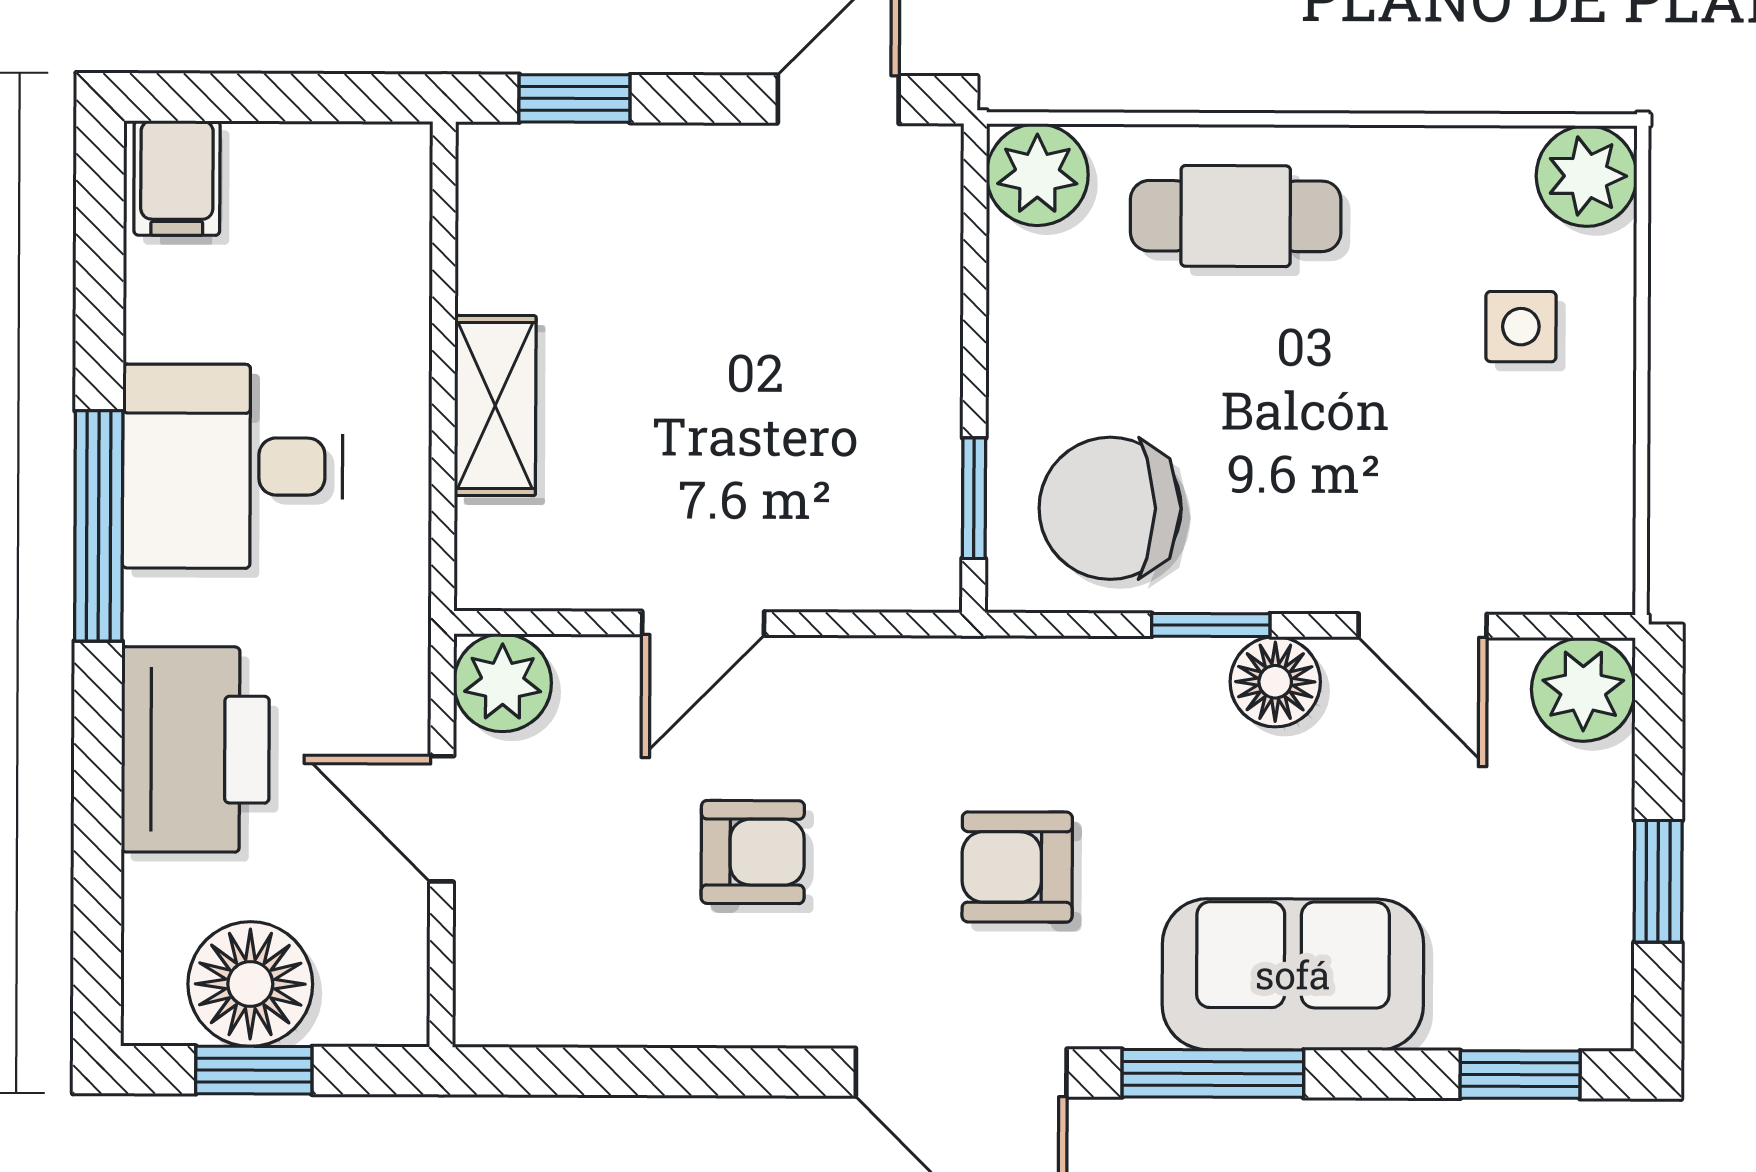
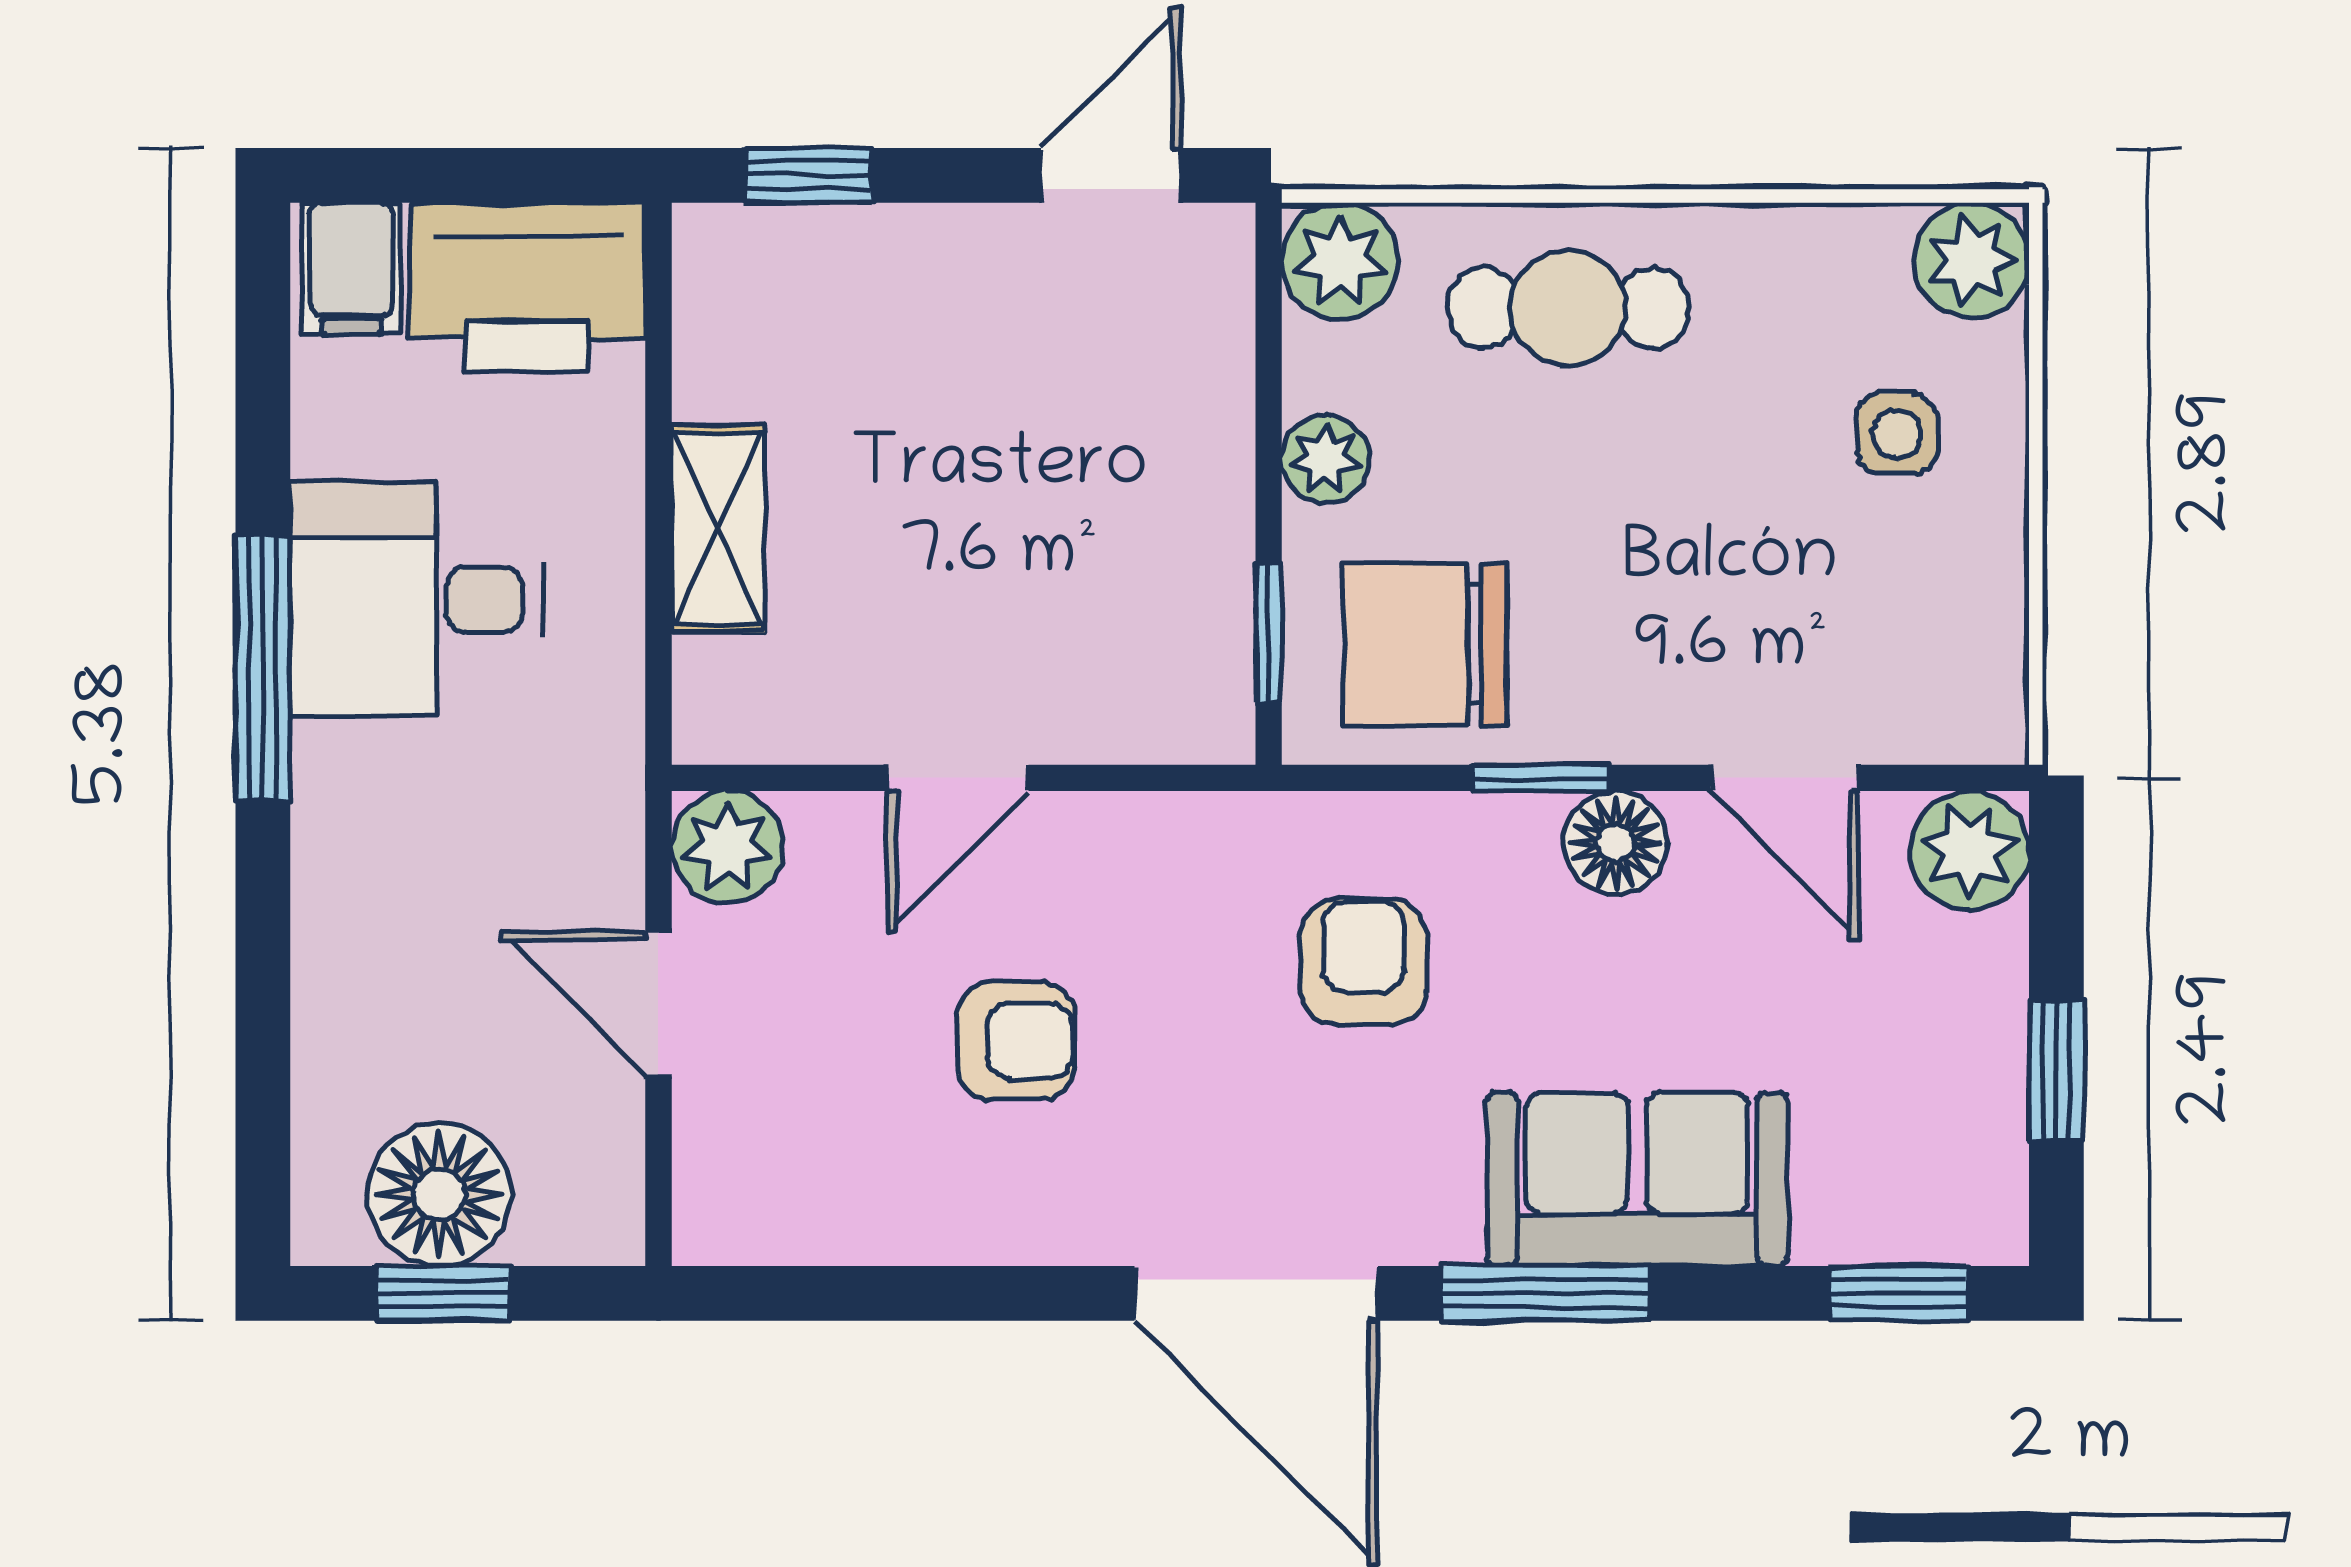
plant: (1024, 347) -> (1326, 459), added
printer: (195, 749) -> (527, 287), moved, turned 90
armchair: (1017, 867) -> (1364, 962), moved, turned 90

